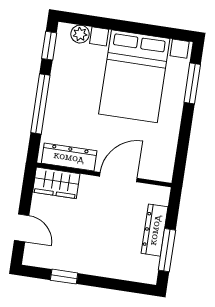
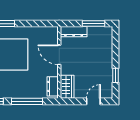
dresser: (69, 157) -> (53, 86), width x0.70
dresser: (155, 230) -> (74, 32), moved

